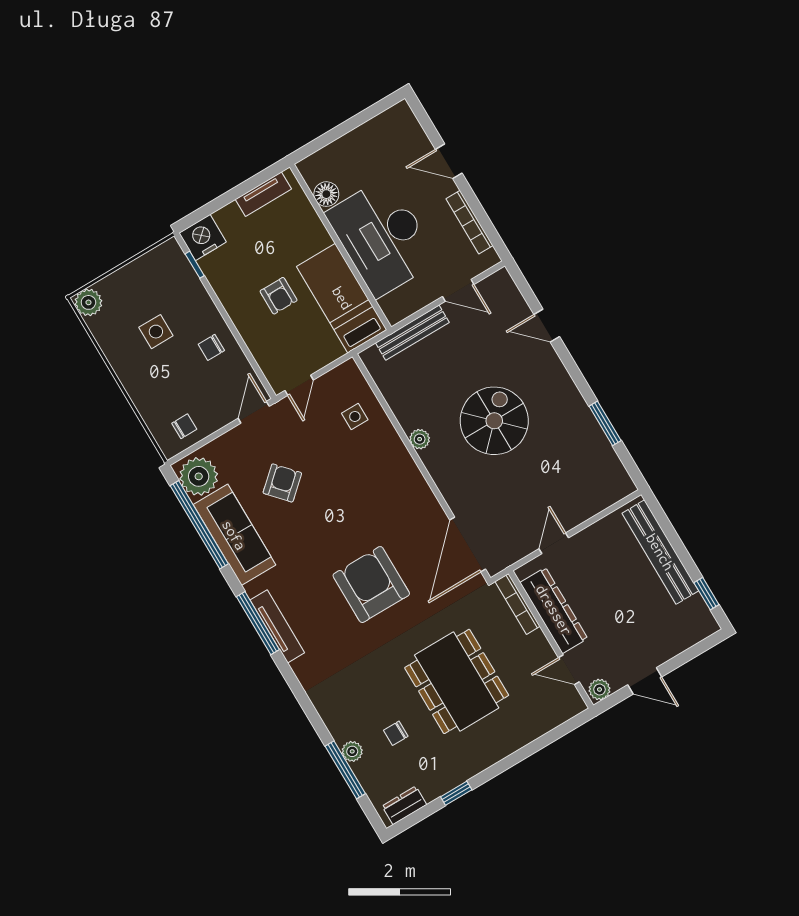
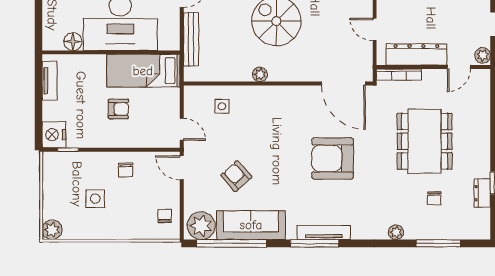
dining table: (457, 681) -> (425, 141), turned 90
plant: (352, 751) -> (396, 232), moved
dresser: (404, 805) -> (482, 193), moved

